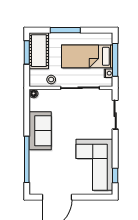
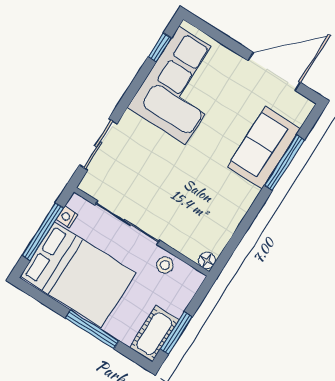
cot: (39, 51) -> (154, 334), width x0.73, depth x0.75
bed: (87, 56) -> (78, 275), width x1.50
sofa: (40, 131) -> (264, 148), moved
window: (27, 159) -> (284, 163), width x0.68

